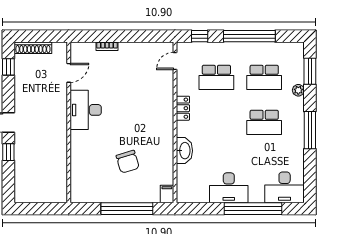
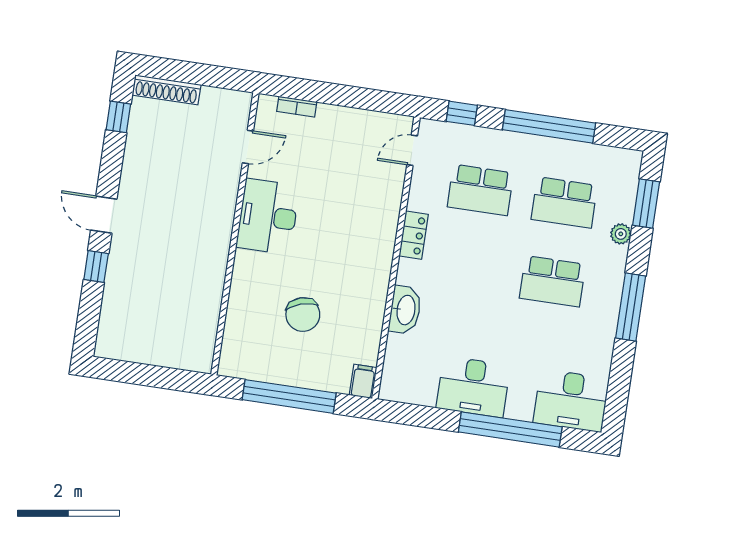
door: (69, 73) -> (248, 147), moved
desk: (86, 110) -> (268, 217), moved
wall: (69, 122) -> (235, 234), moved

